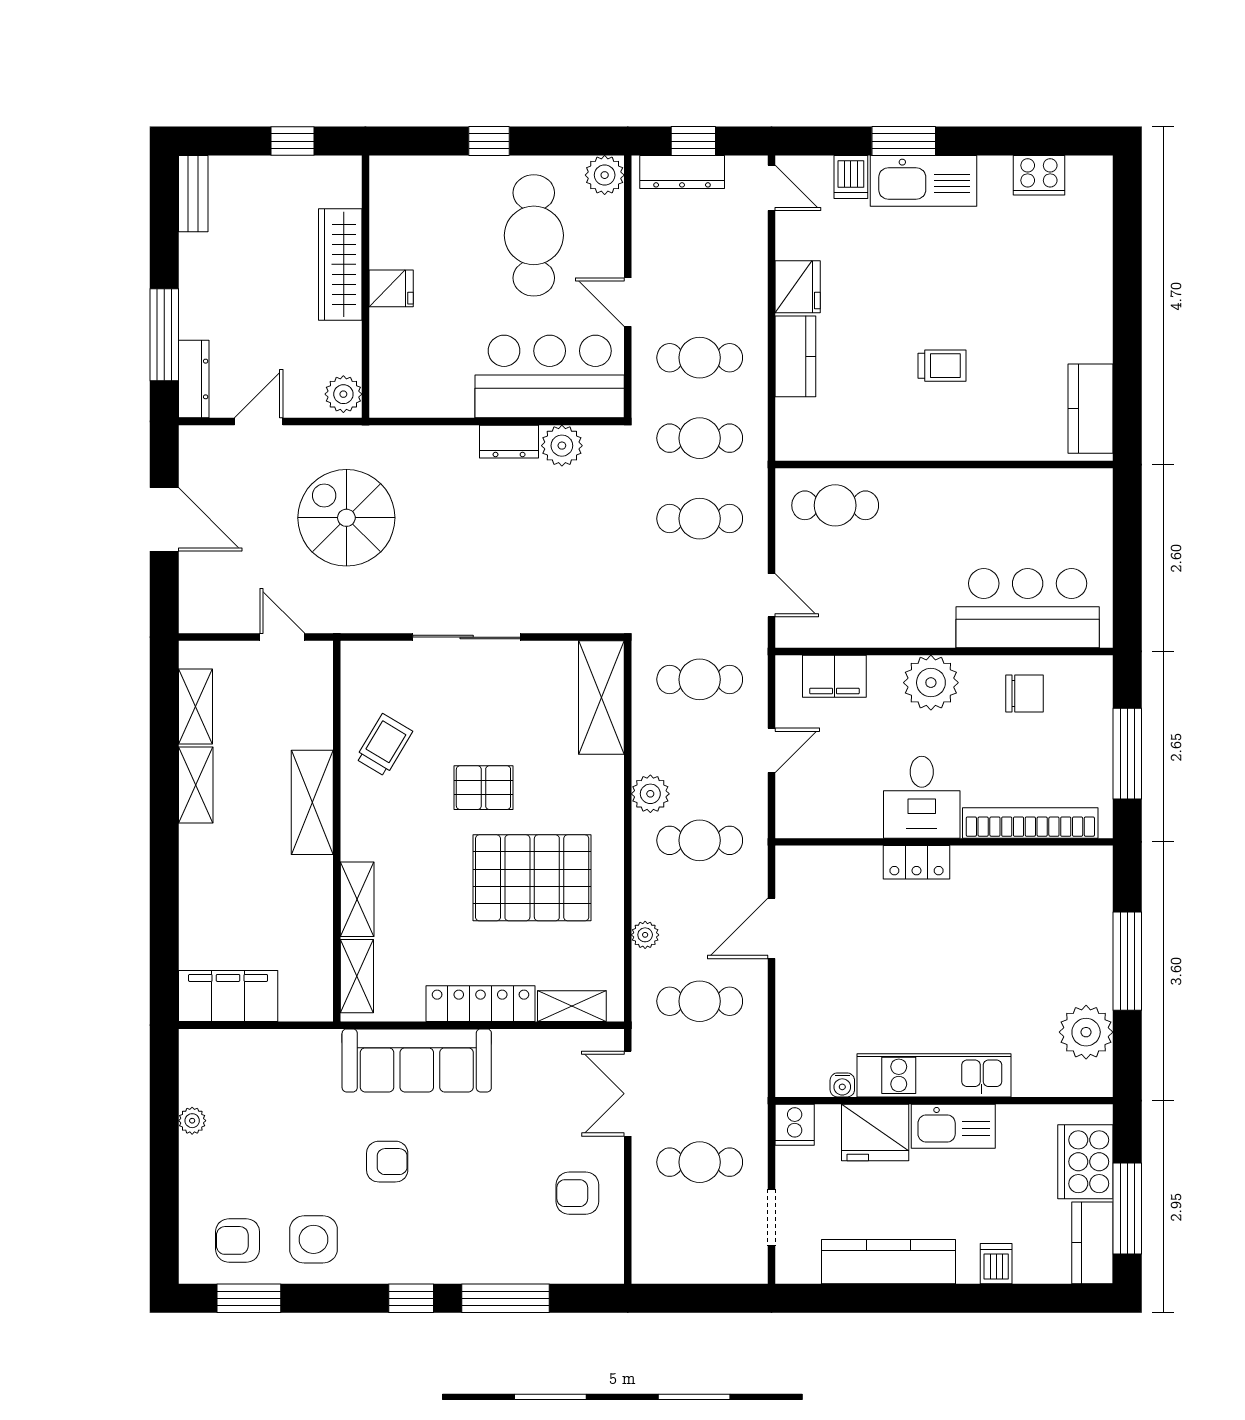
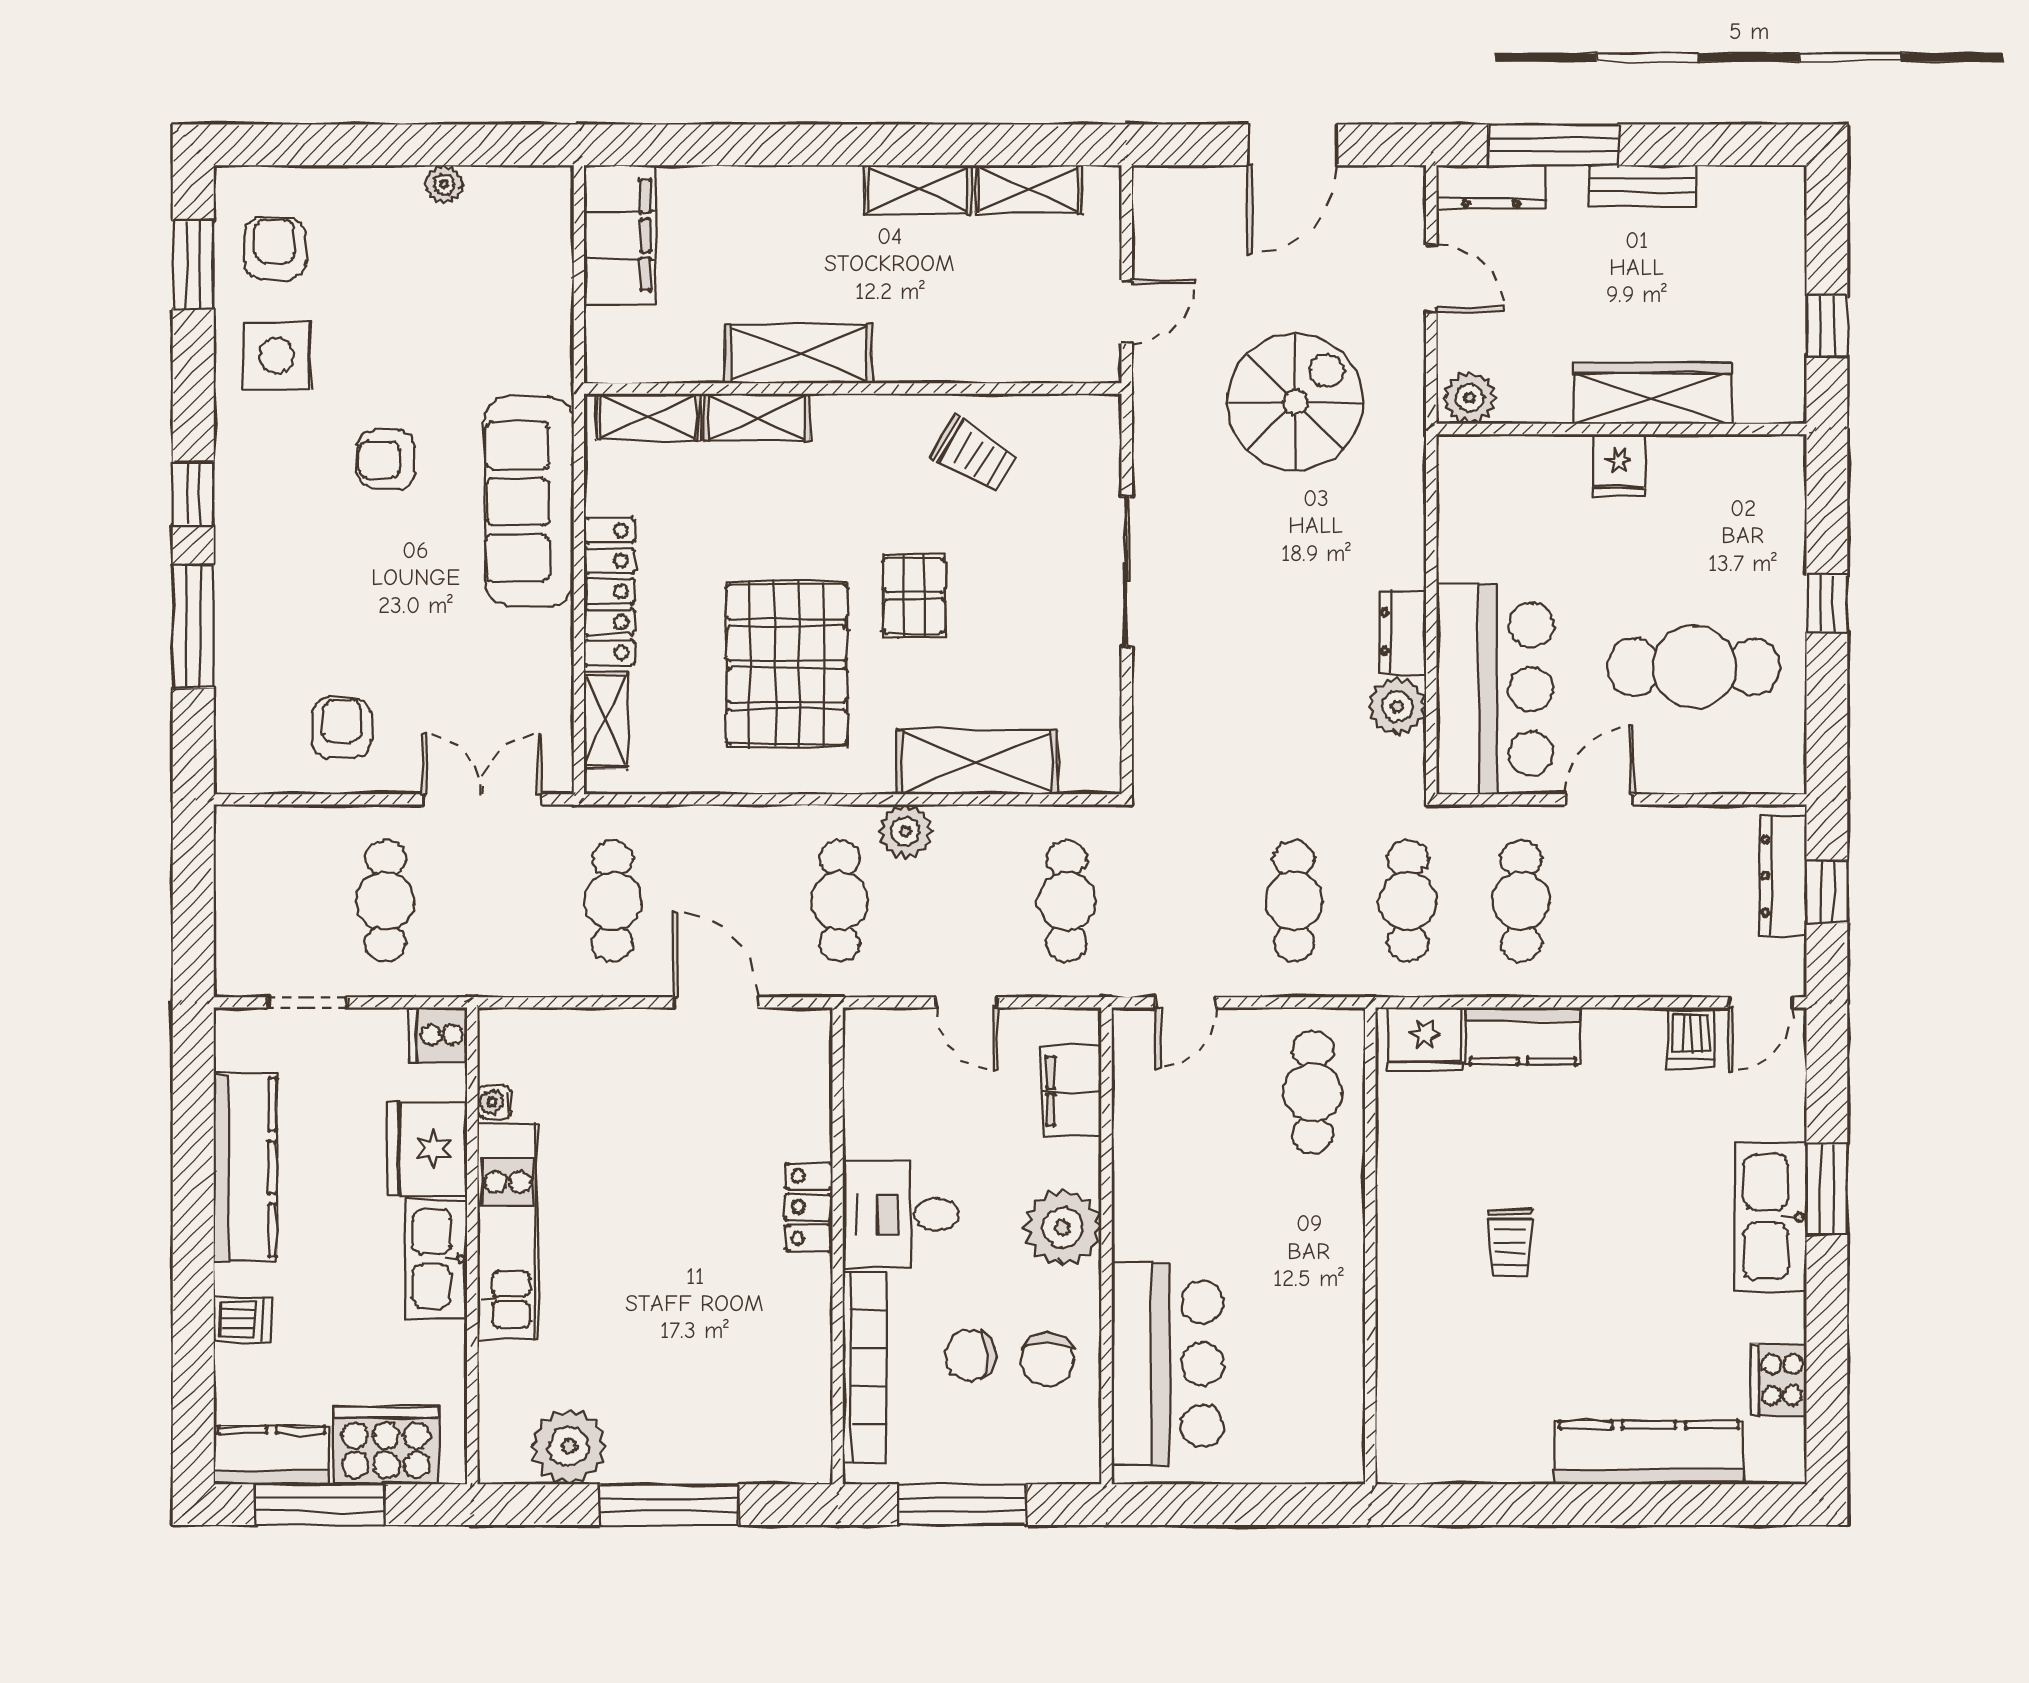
plant: (605, 175) -> (1779, 767), removed
dishwasher: (851, 177) -> (1691, 1038), moved, turned -90
bench: (193, 194) -> (1642, 186), moved
fridge: (798, 287) -> (1425, 1039), moved
kitchen counter: (1091, 409) -> (1649, 1453), moved, width x1.50
shelving: (601, 698) -> (977, 762), moved
chair: (1022, 748) -> (970, 1356), added
shelving: (312, 802) -> (798, 354), moved
plant: (645, 935) -> (706, 824), removed
armchair: (387, 1162) -> (386, 460), turned 90

